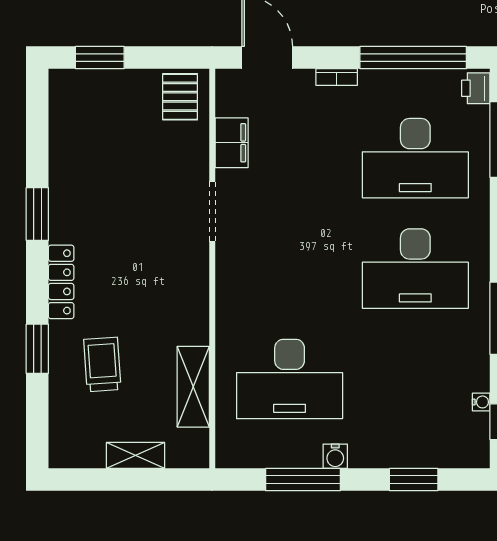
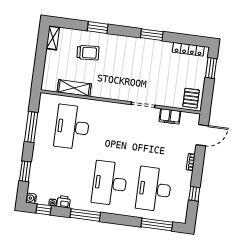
window: (413, 58) -> (194, 194), width x0.32
printer: (476, 88) -> (64, 202), moved
pallet: (180, 97) -> (191, 98), turned 90
locker: (61, 282) -> (188, 49), moved
shelving: (136, 455) -> (53, 38), moved
water cooler: (335, 456) -> (31, 198), moved

